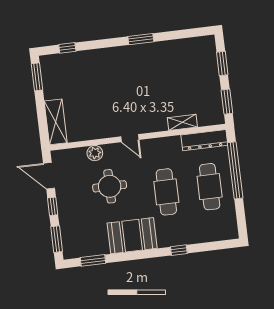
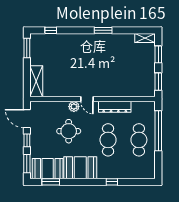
shelving: (182, 122) -> (145, 38), moved
dresser: (204, 140) -> (115, 107), moved
plant: (95, 153) -> (74, 107), moved
booth: (87, 242) -> (48, 169), added

